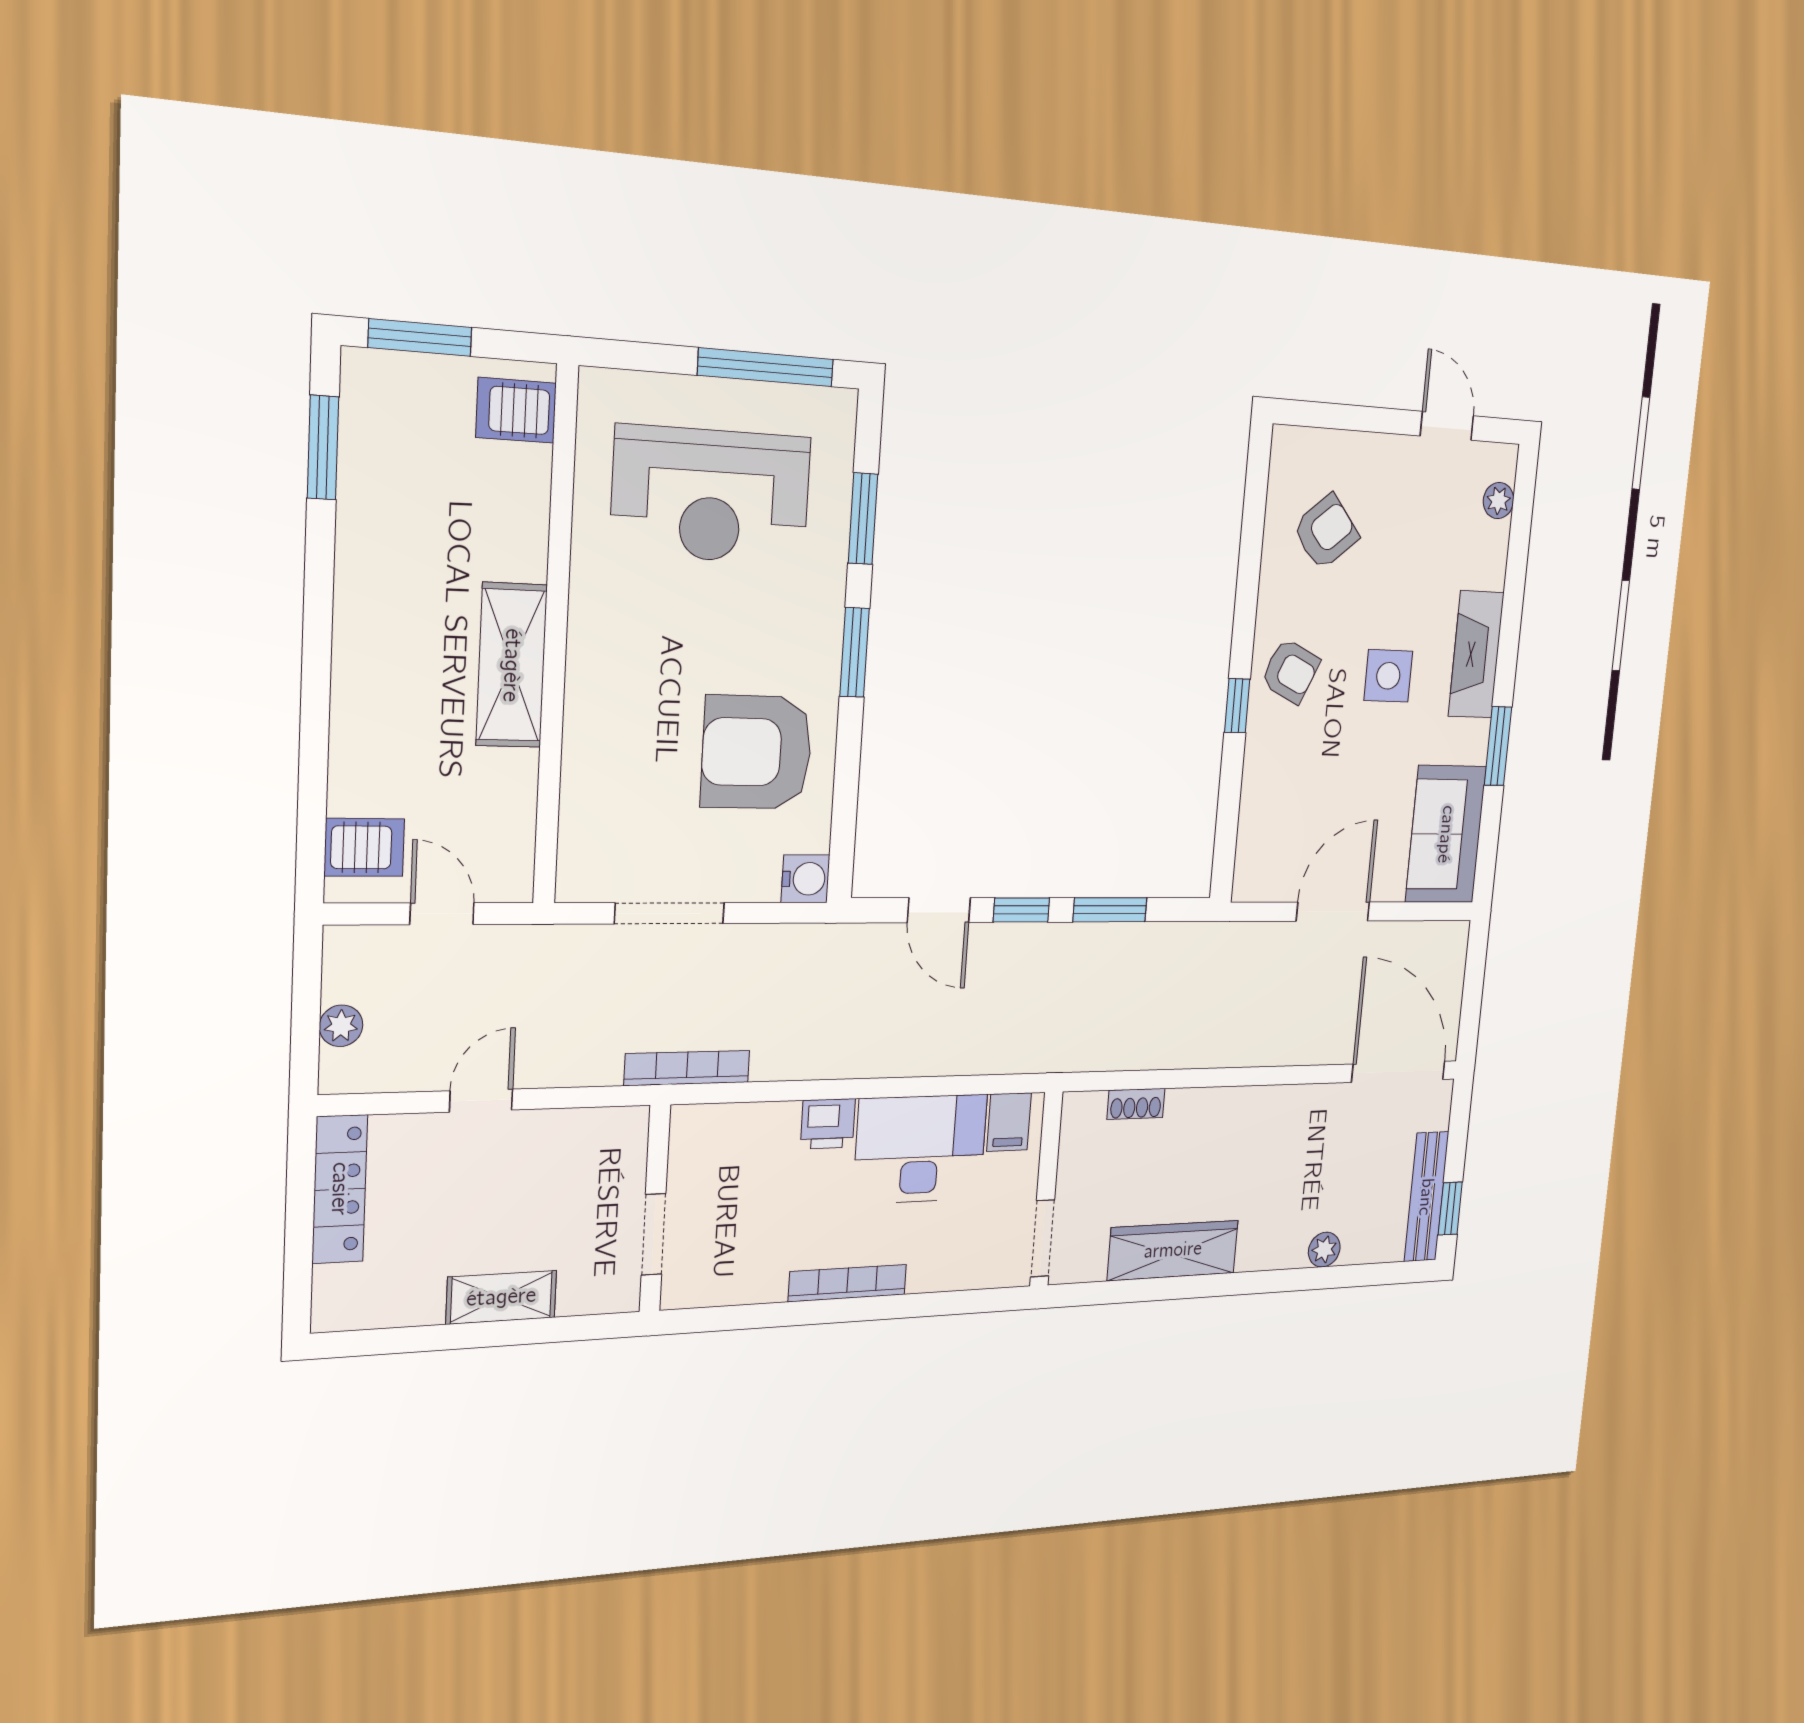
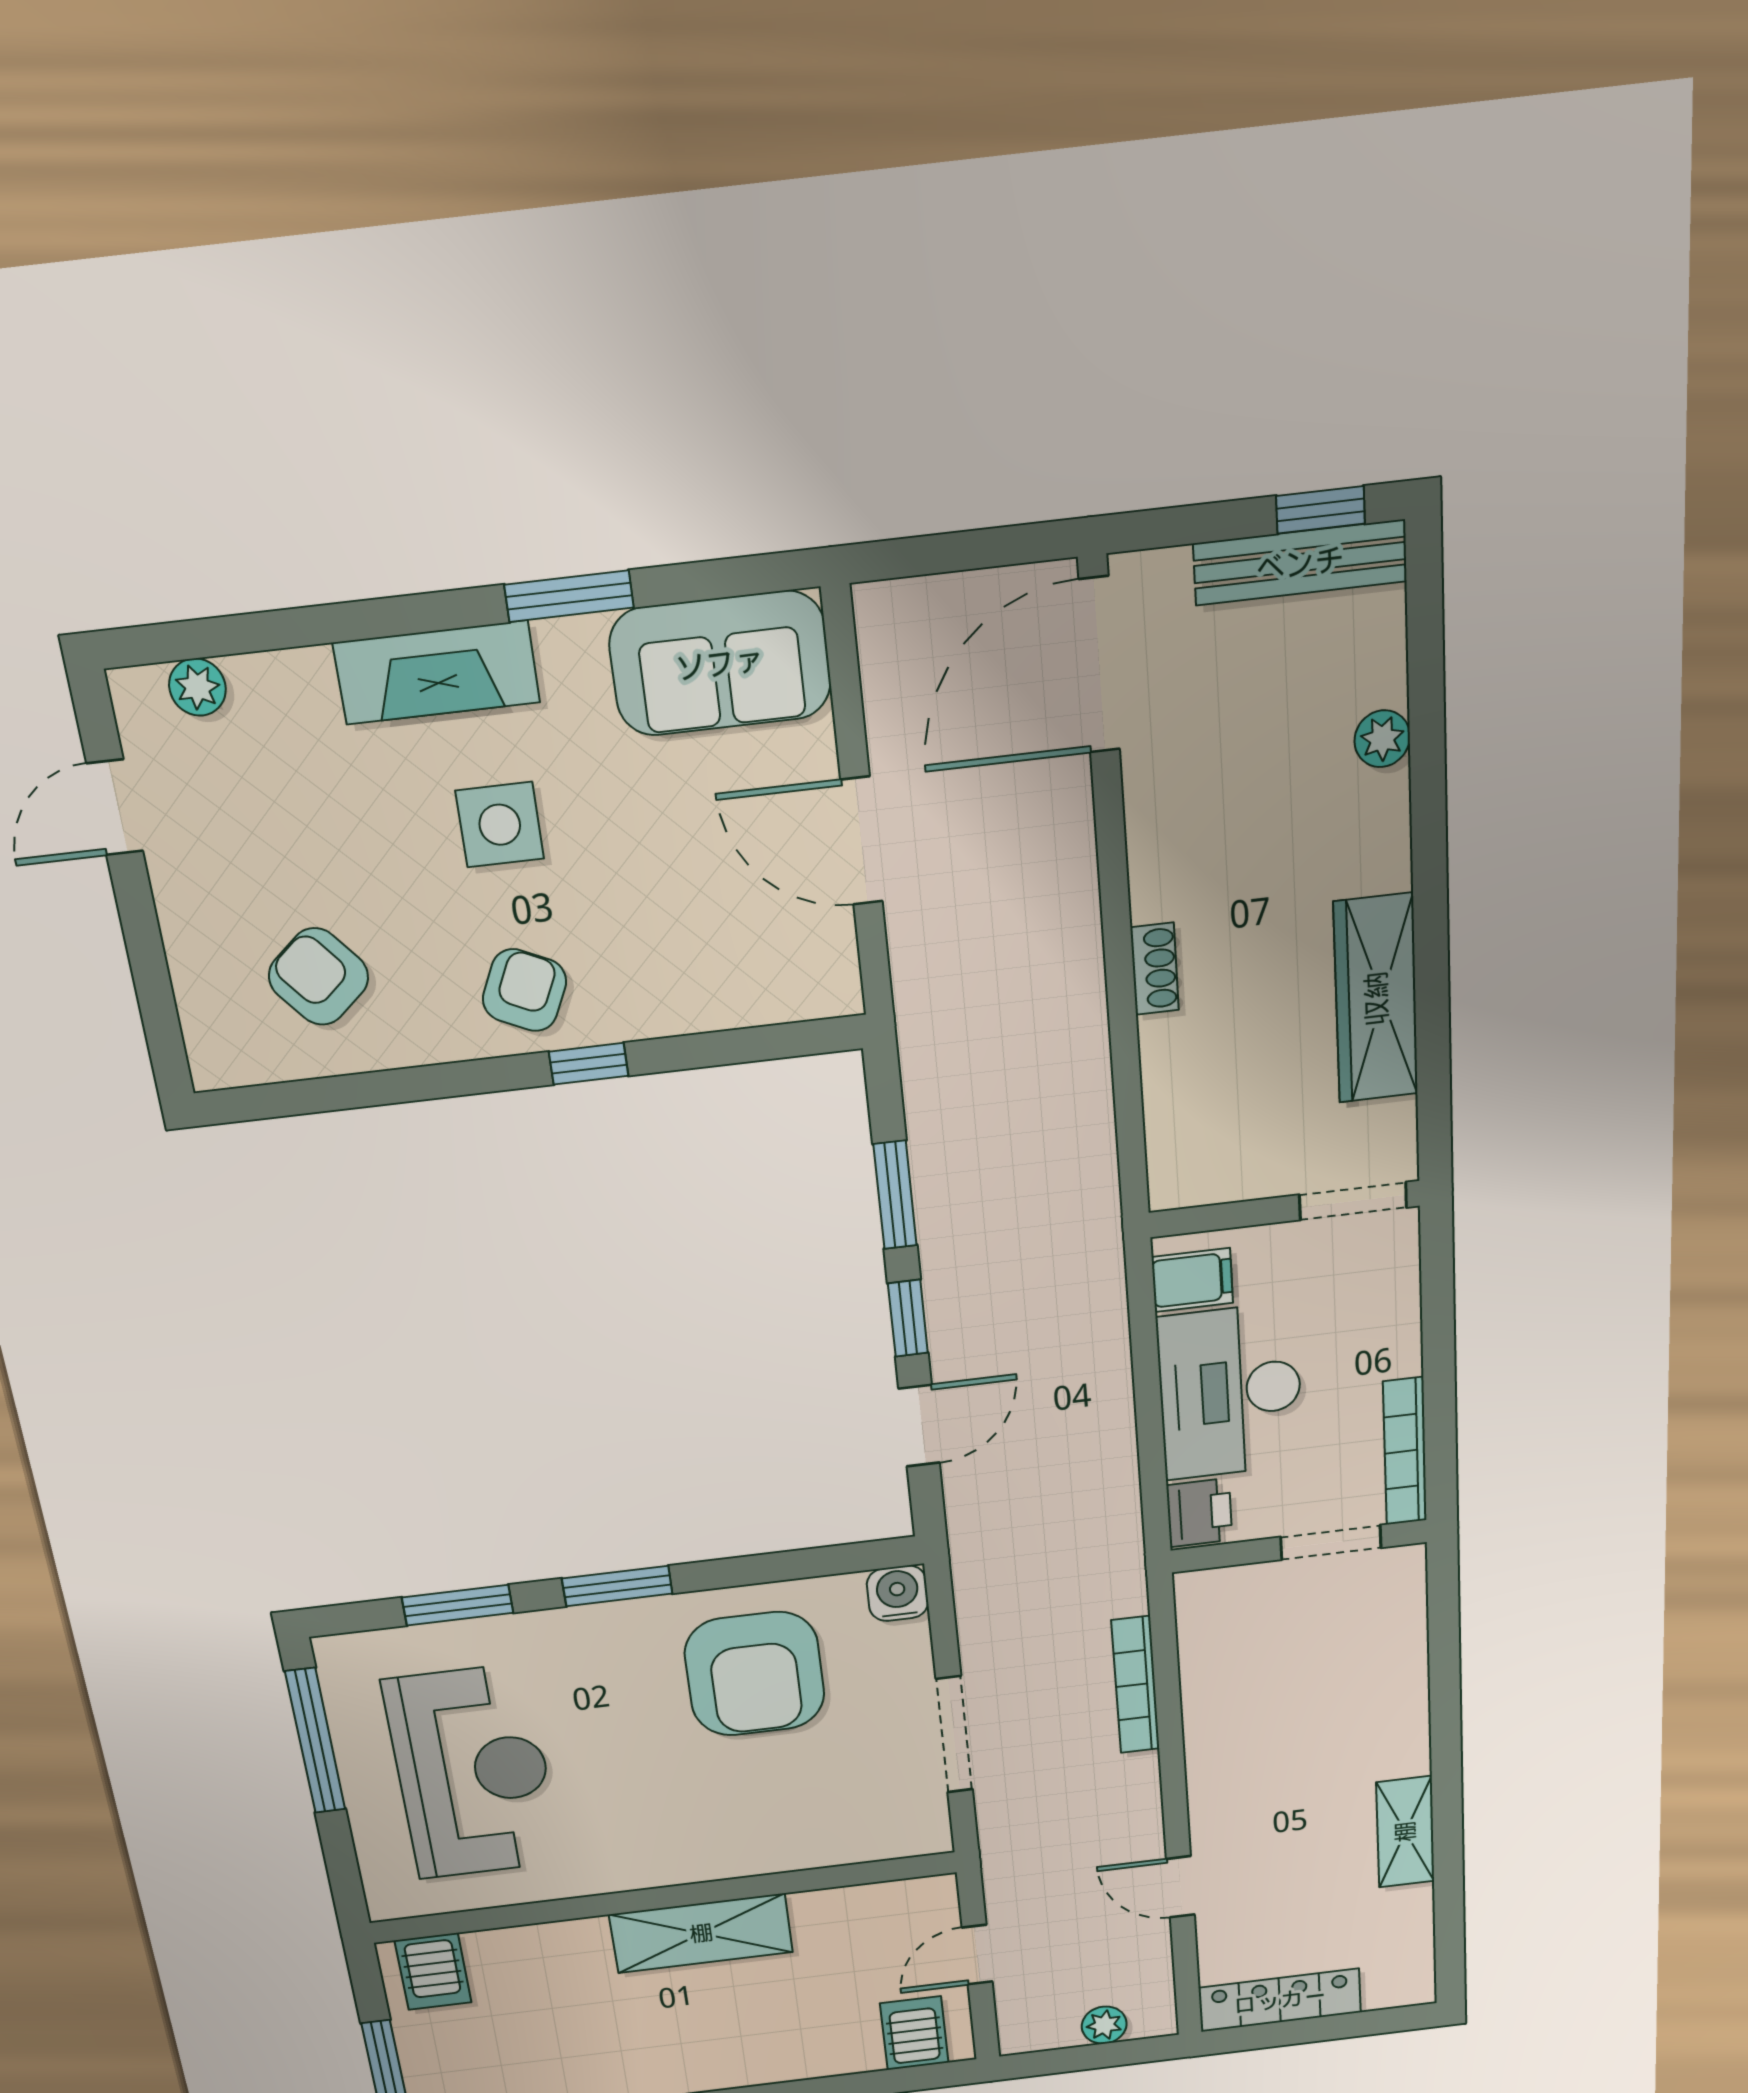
shoe rack: (1136, 1104) -> (1155, 969), moved
wall: (655, 1209) -> (1299, 1546), moved
doorway: (654, 1234) -> (1331, 1542), moved

